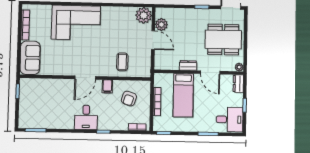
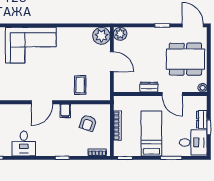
plant: (161, 25) -> (120, 34), moved
dresser: (238, 84) -> (202, 120), moved
bed: (183, 95) -> (151, 133), moved, turned 180
desk: (86, 117) -> (24, 143), moved

